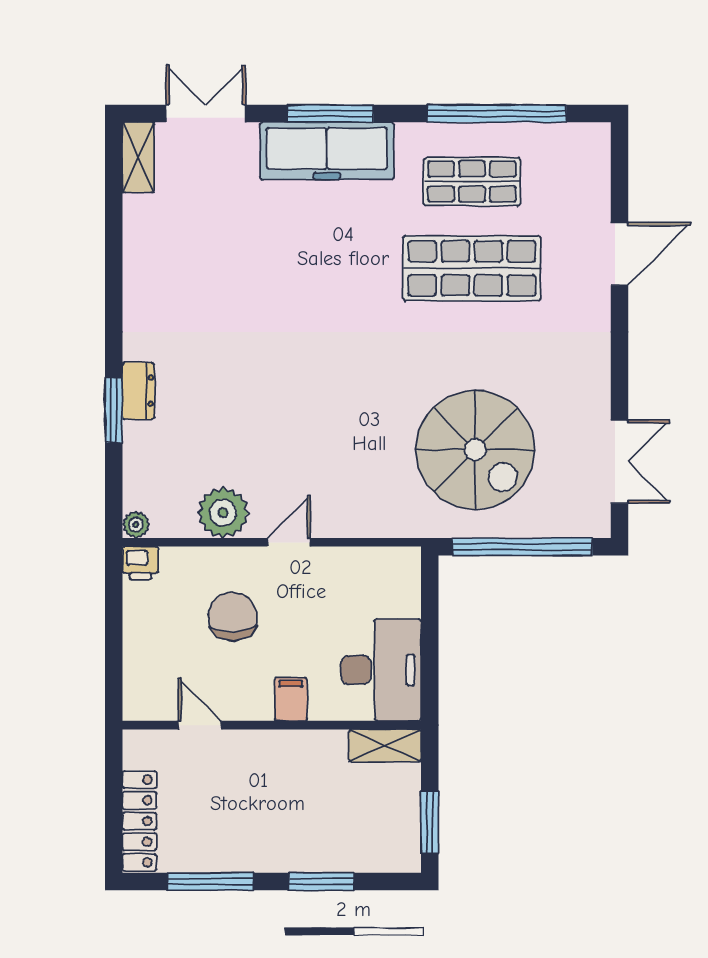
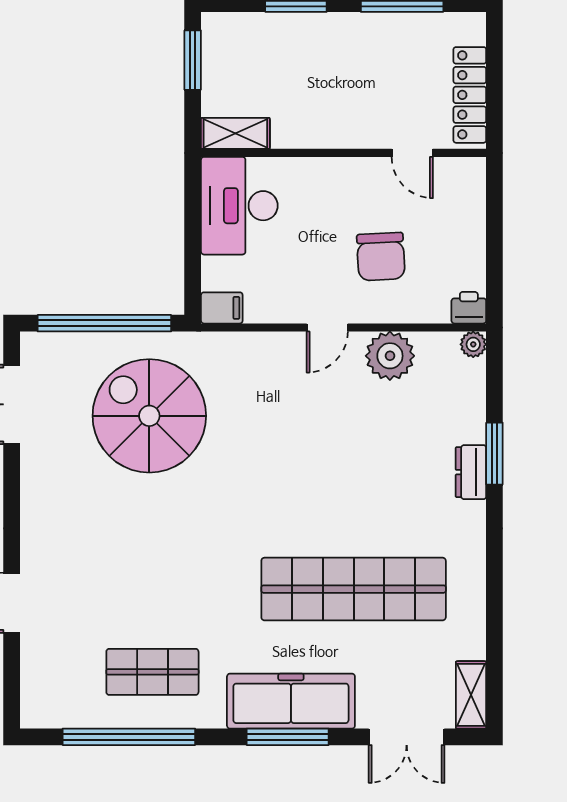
shop shelf: (472, 268) -> (354, 589), moved, width x1.40
filing cabinet: (291, 699) -> (222, 308), moved, turned -90
locker: (139, 821) -> (470, 95), moved

